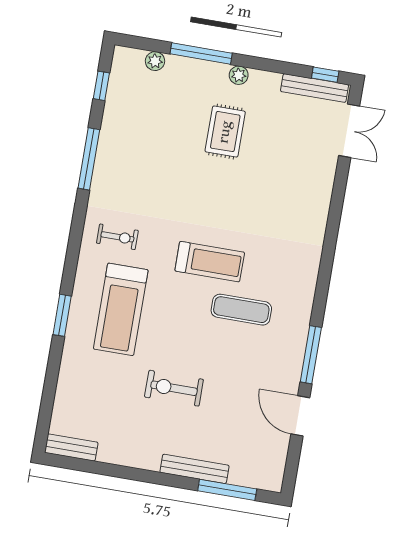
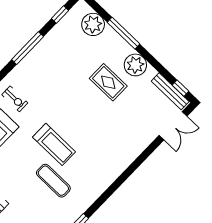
plant: (155, 61) -> (93, 24), width x1.87, depth x1.87
plant: (239, 75) -> (135, 65), width x1.88, depth x1.88
rug: (225, 132) -> (108, 82), turned 90

